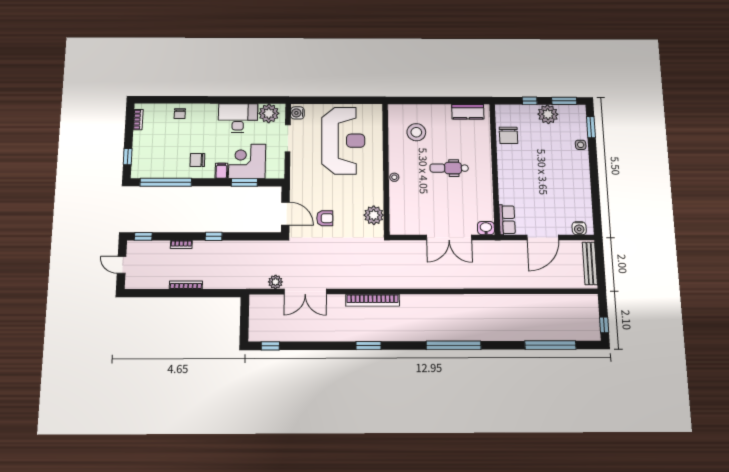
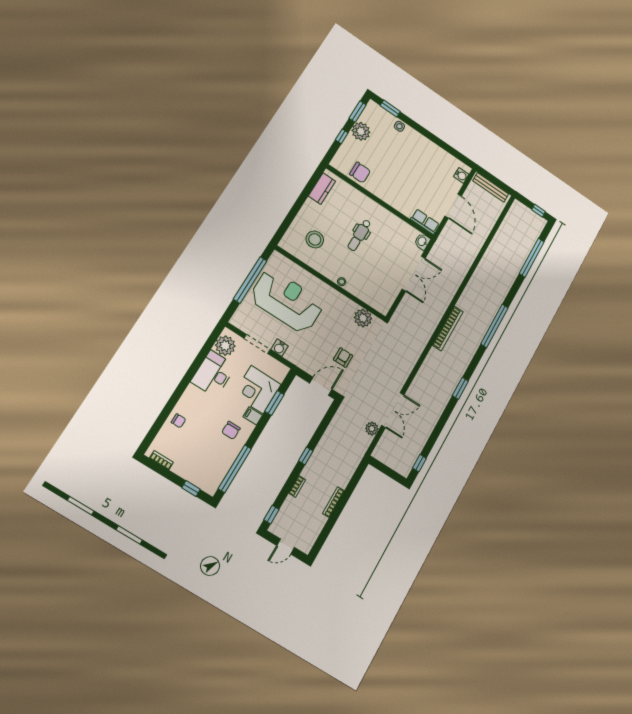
window: (341, 100) -> (250, 280), added
water cooler: (297, 113) -> (279, 348), moved
bookcase: (373, 300) -> (448, 328), moved

